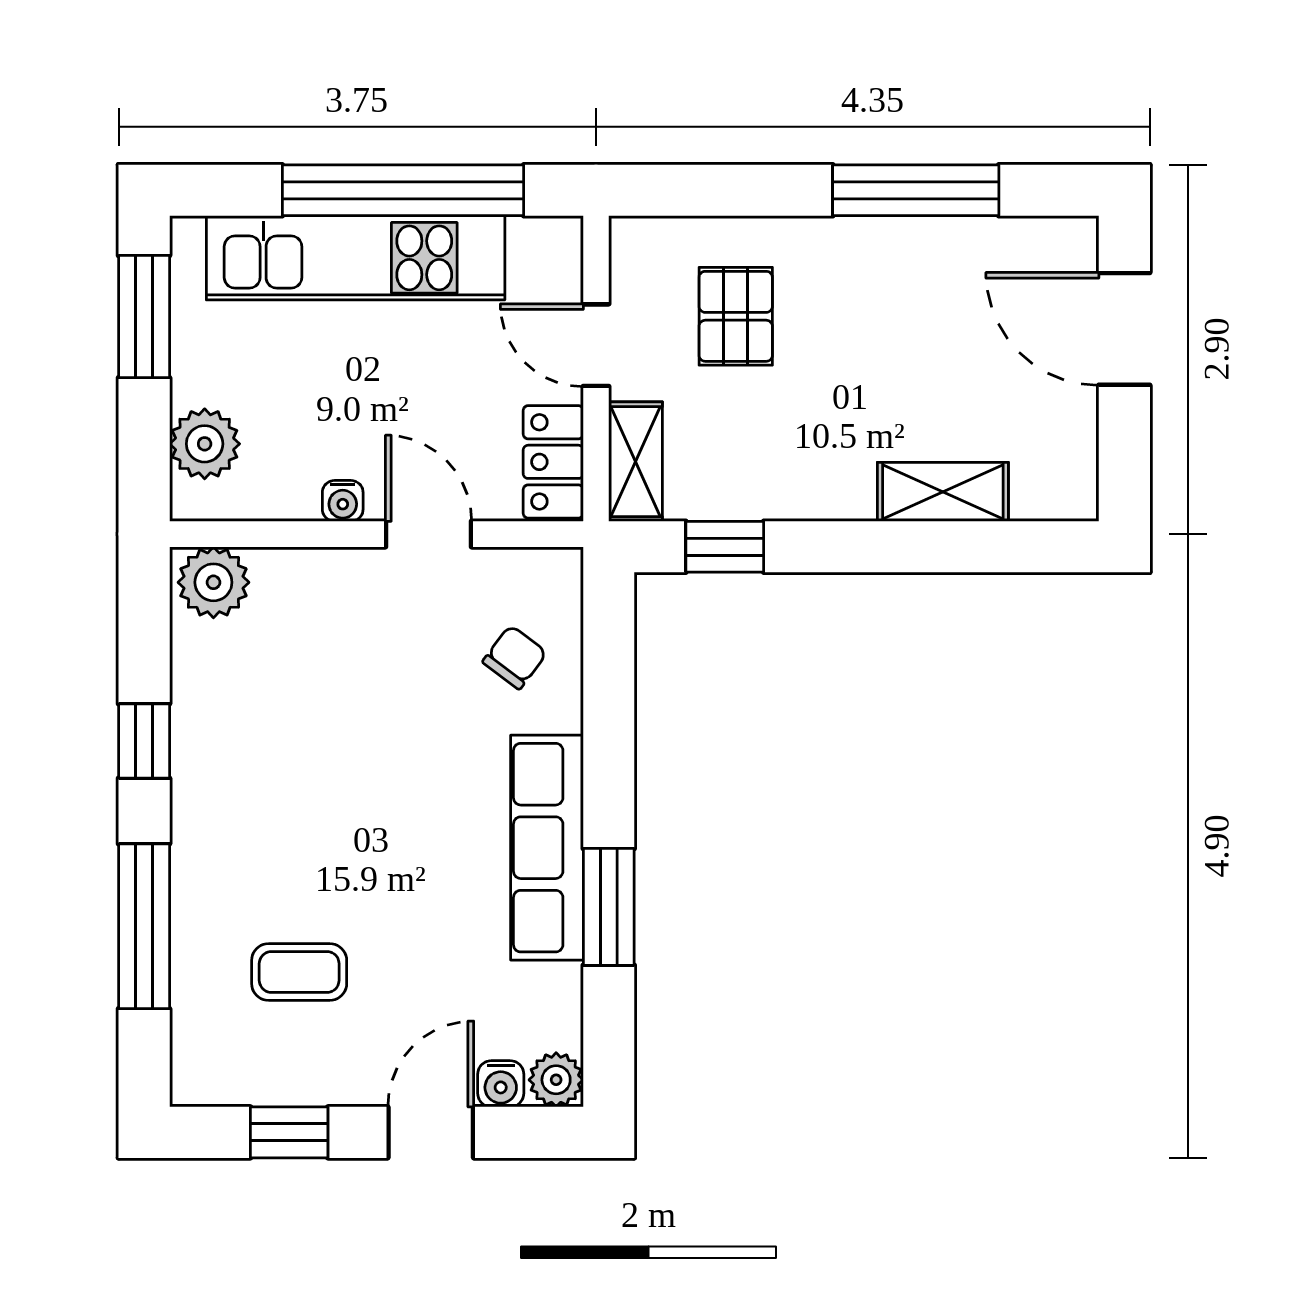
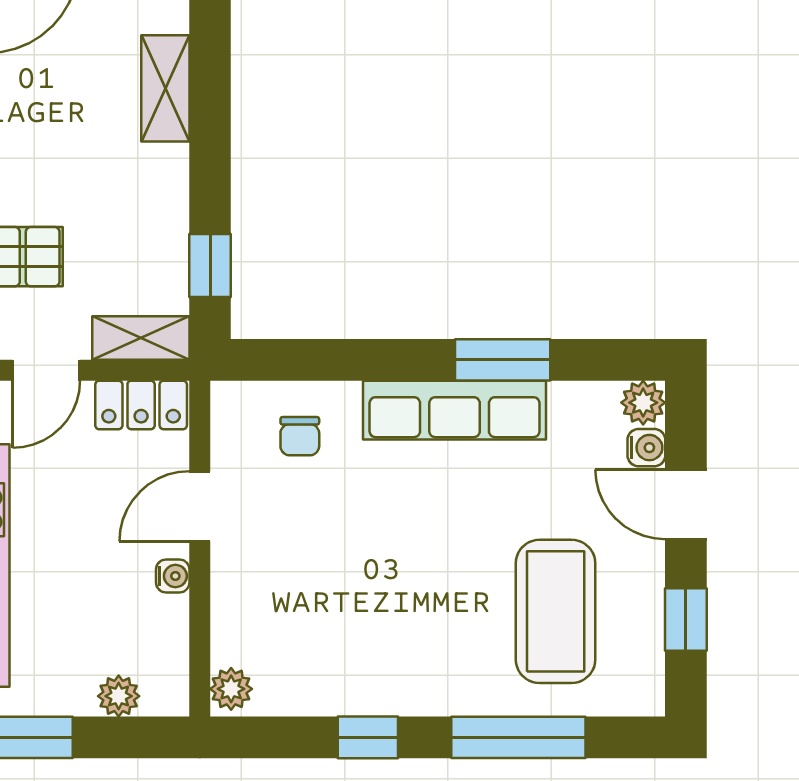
plant: (205, 444) -> (119, 696), width x0.73, depth x0.73
plant: (213, 582) -> (231, 689), width x0.73, depth x0.73
chair: (515, 657) -> (300, 436), turned -127
coffee table: (299, 972) -> (556, 611), width x1.86, depth x1.72

